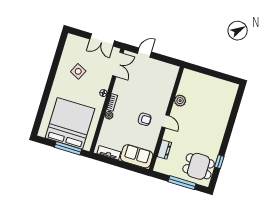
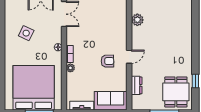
plant: (180, 101) -> (137, 20), moved
door: (166, 121) -> (129, 57), hinge flipped
dining table: (199, 166) -> (176, 92), turned 90

